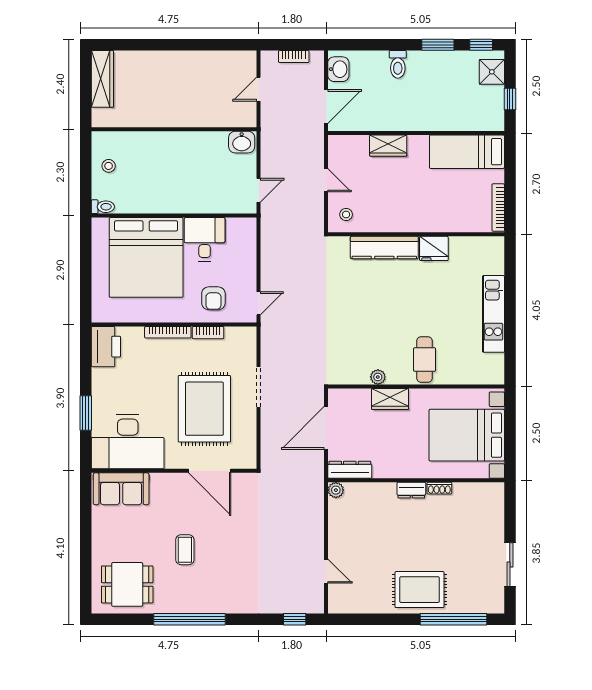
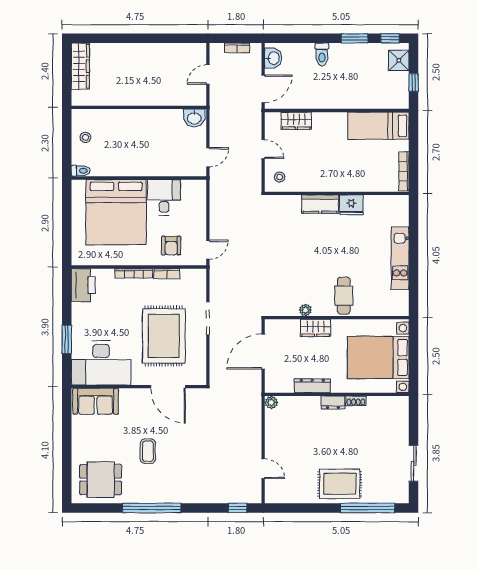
wardrobe: (388, 146) -> (296, 121), moved
kitchen counter: (384, 248) -> (320, 204), width x0.67
dresser: (350, 470) -> (312, 386), moved

